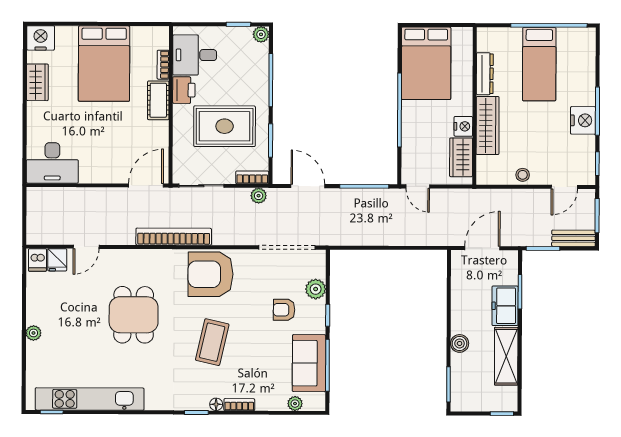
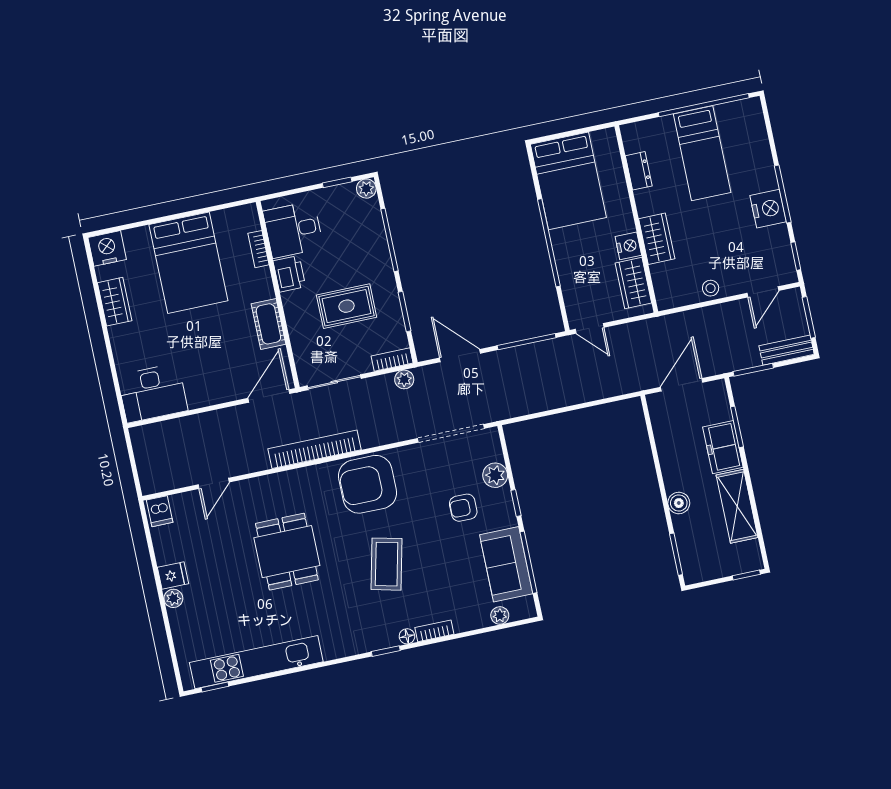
dresser: (485, 74) -> (639, 171), width x0.70
cot: (158, 100) -> (268, 324), moved
rug: (225, 126) -> (347, 306), width x0.73, depth x0.70
wardrobe: (488, 126) -> (657, 239), width x0.67
fridge: (57, 260) -> (173, 576), moved, turned -90

